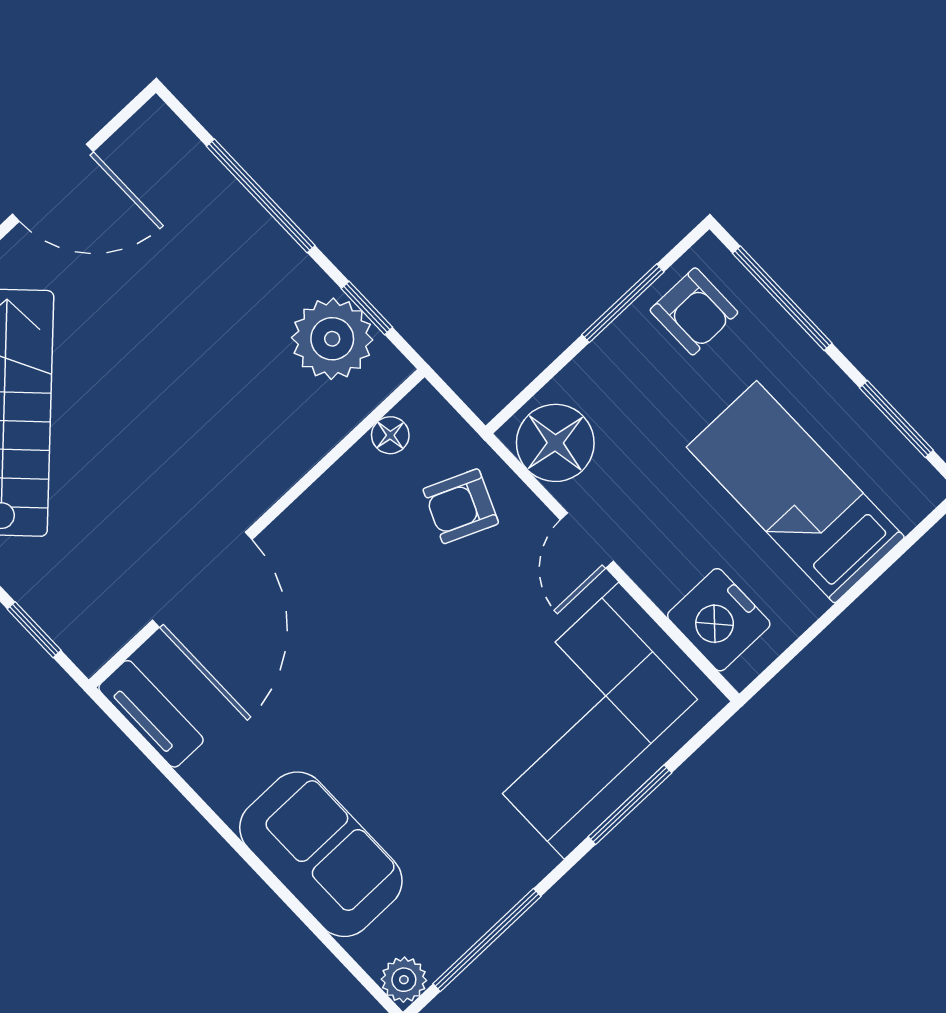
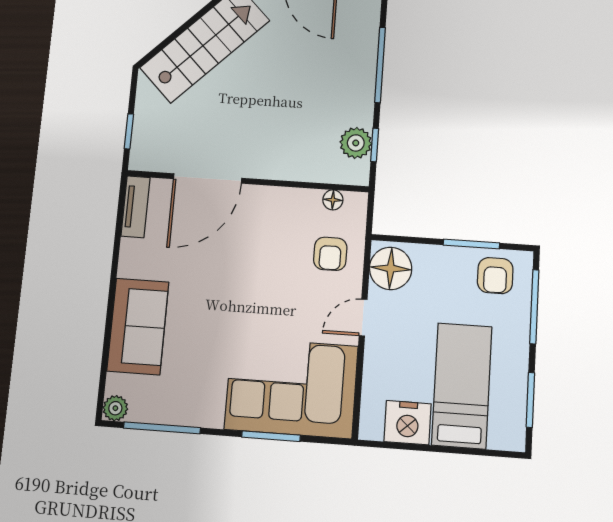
plant: (332, 339) -> (356, 143), width x0.73, depth x0.73
armchair: (461, 506) -> (330, 254), turned -113
nightstand: (719, 620) -> (408, 423), moved, turned -90

